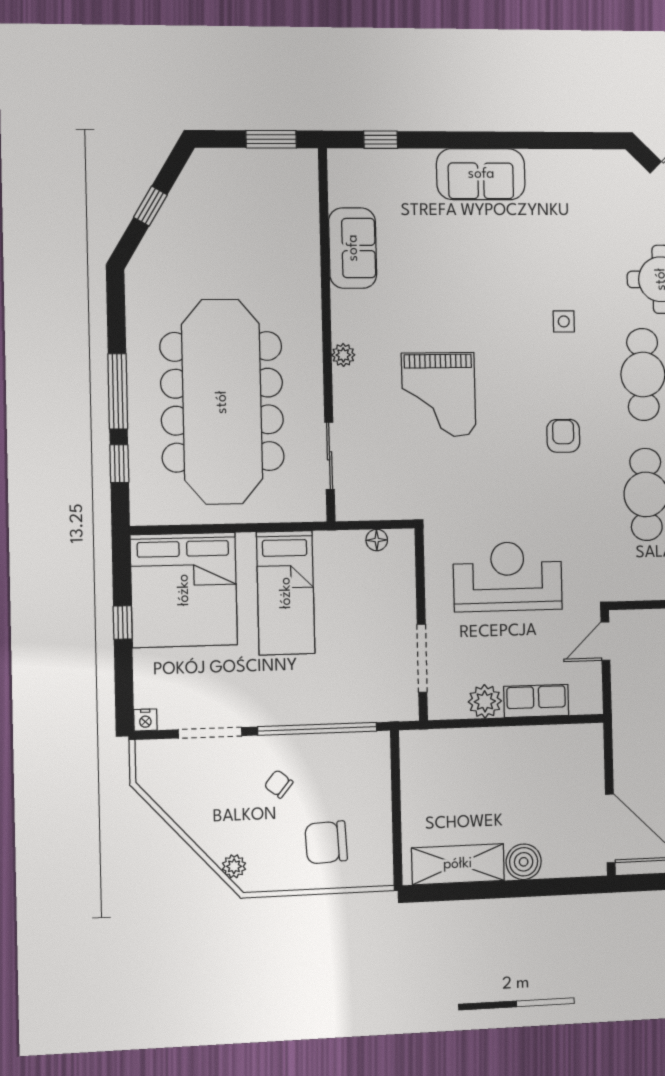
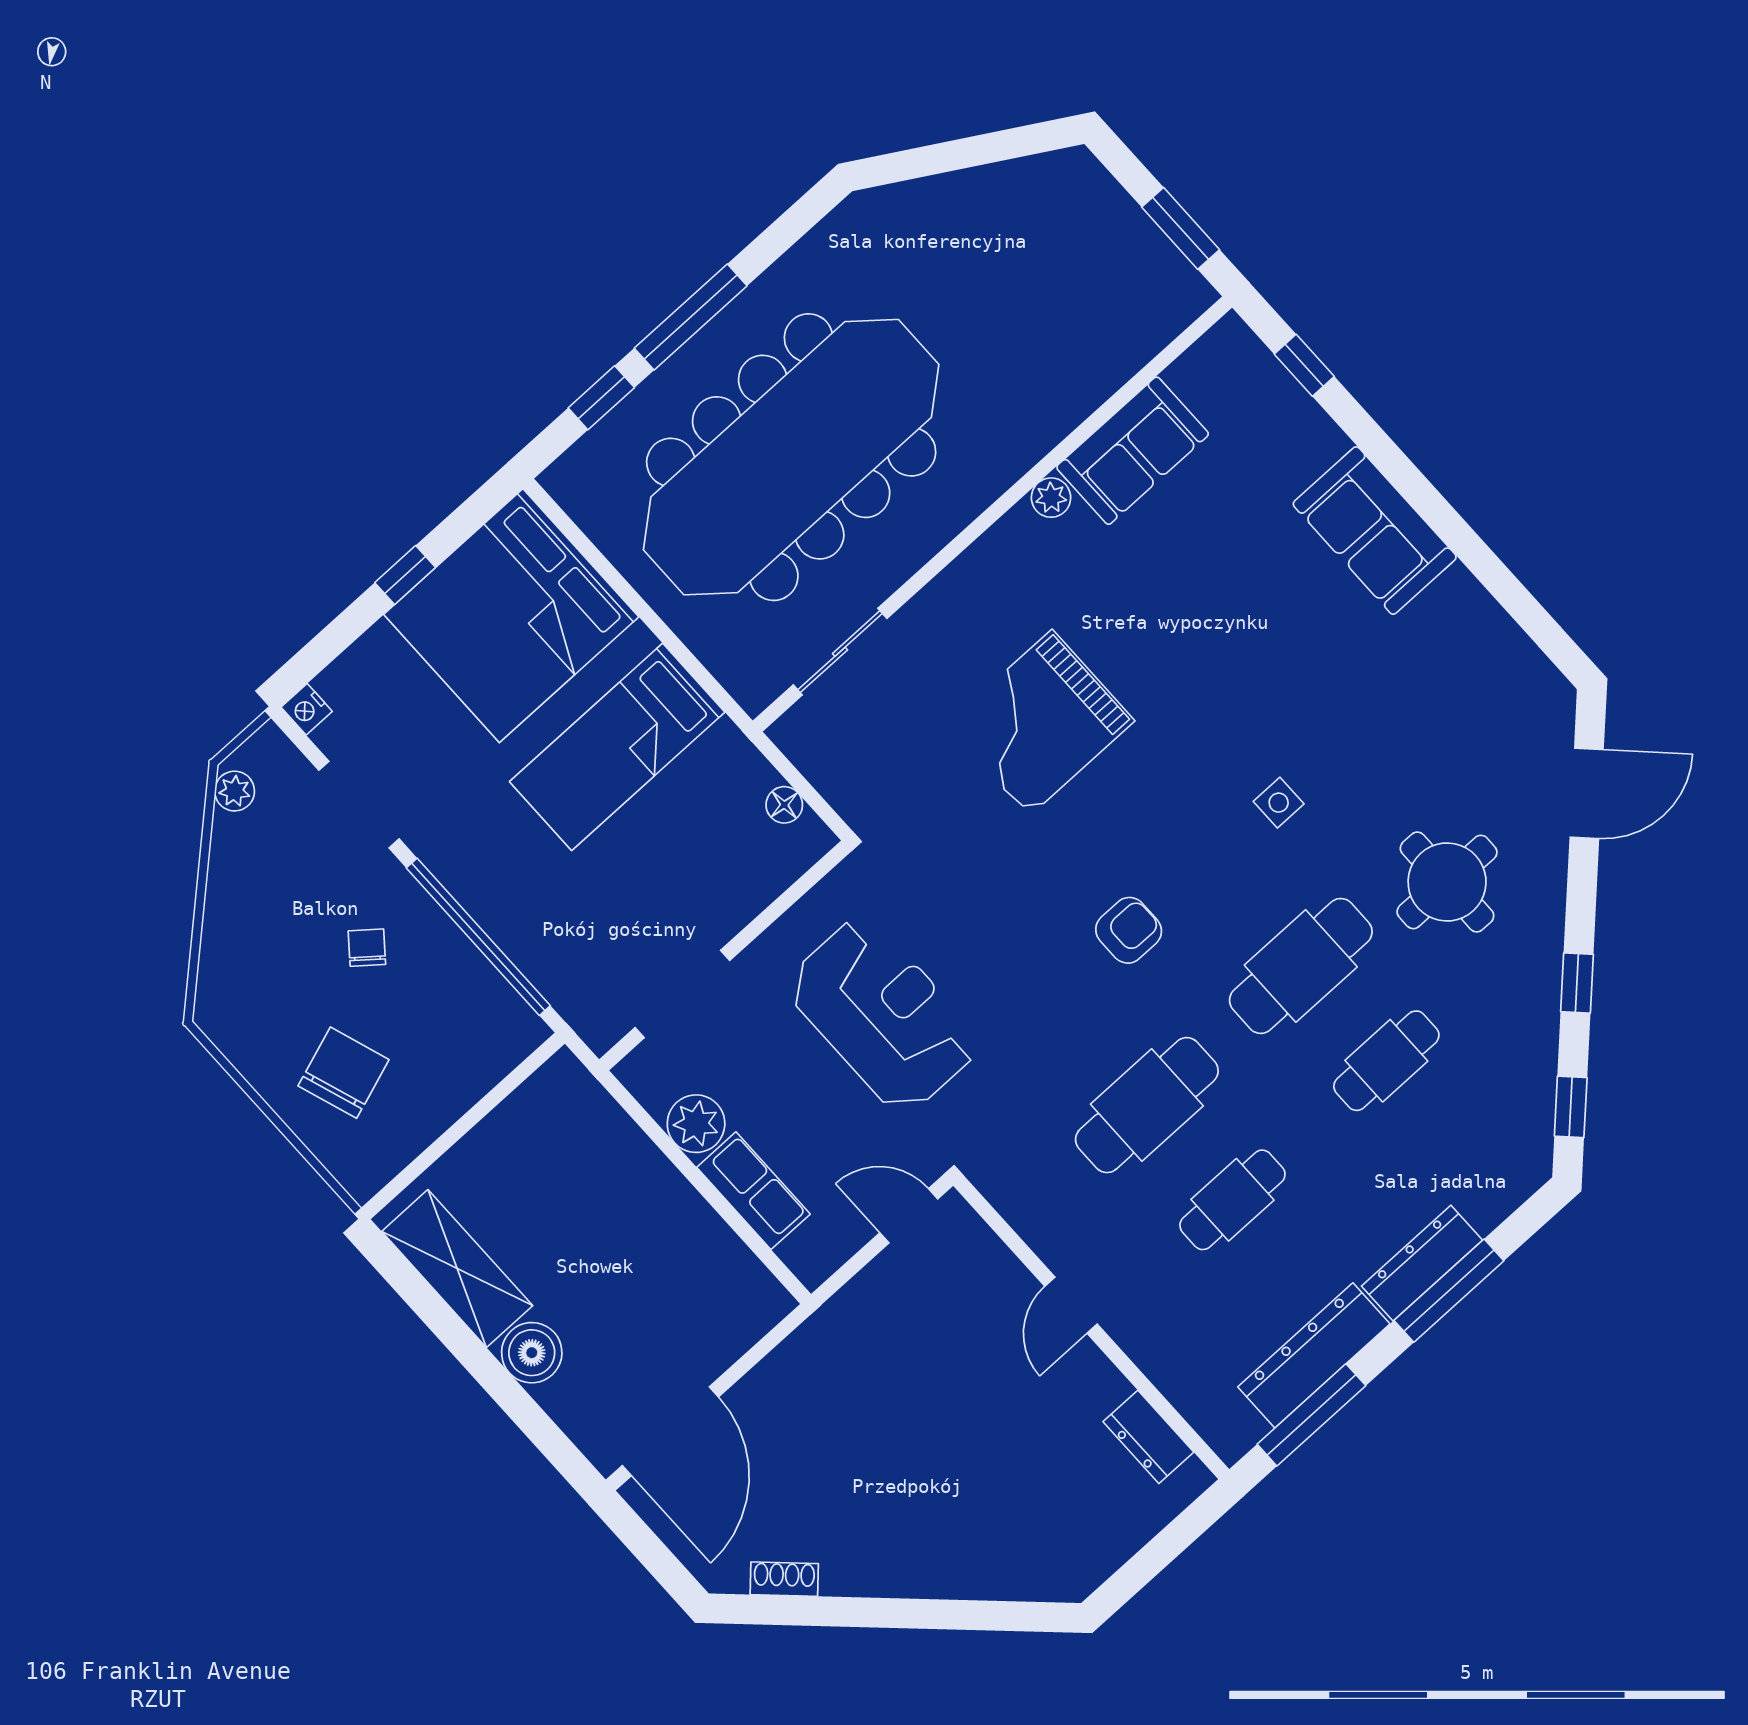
window: (150, 206) -> (961, 154), removed
plant: (343, 355) -> (1051, 498), moved
chair: (326, 842) -> (344, 1073), turned 74
plant: (234, 866) -> (235, 791), moved

